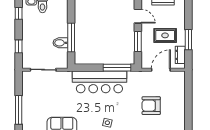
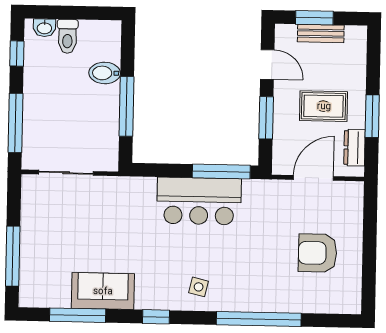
bidet: (61, 43) -> (105, 73), moved
window: (19, 46) -> (16, 123), width x2.17
bar counter: (99, 82) -> (199, 201), width x0.73
armchair: (151, 106) -> (318, 253), moved

